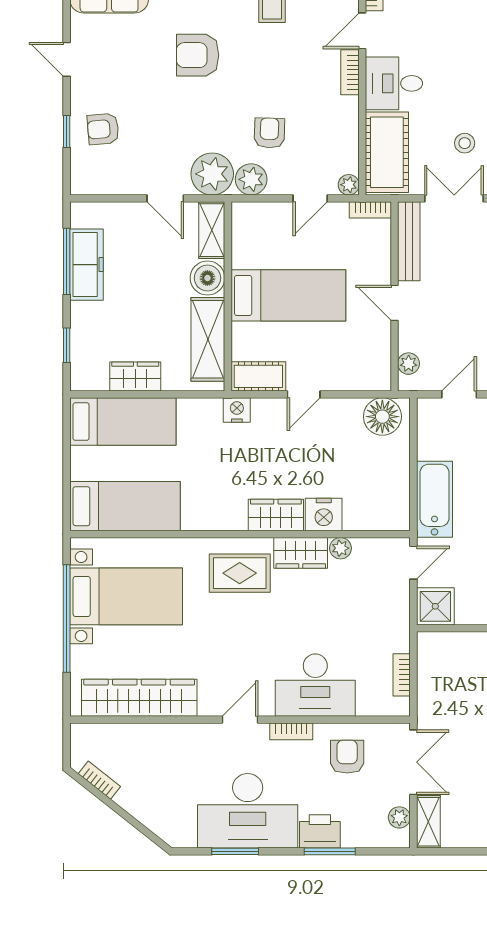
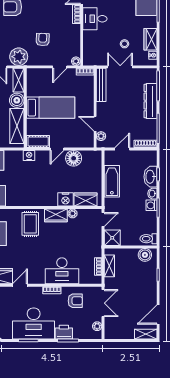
cot: (387, 152) -> (92, 48), removed
plant: (251, 179) -> (35, 59), removed
door: (394, 303) -> (95, 124), moved
floor lamp: (382, 417) -> (74, 158), moved
bathtub: (434, 499) -> (112, 181), moved
wardrobe: (276, 515) -> (85, 200), moved
rug: (240, 573) -> (30, 224), turned 90
door: (240, 720) -> (20, 285), moved
armchair: (347, 757) -> (75, 301), turned 90
shelving: (428, 822) -> (109, 266), moved

